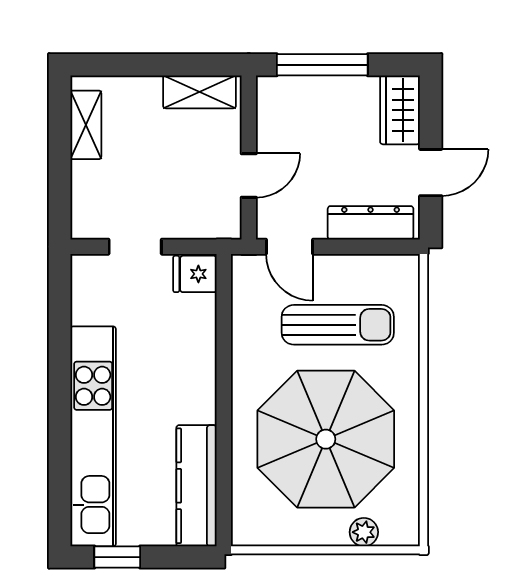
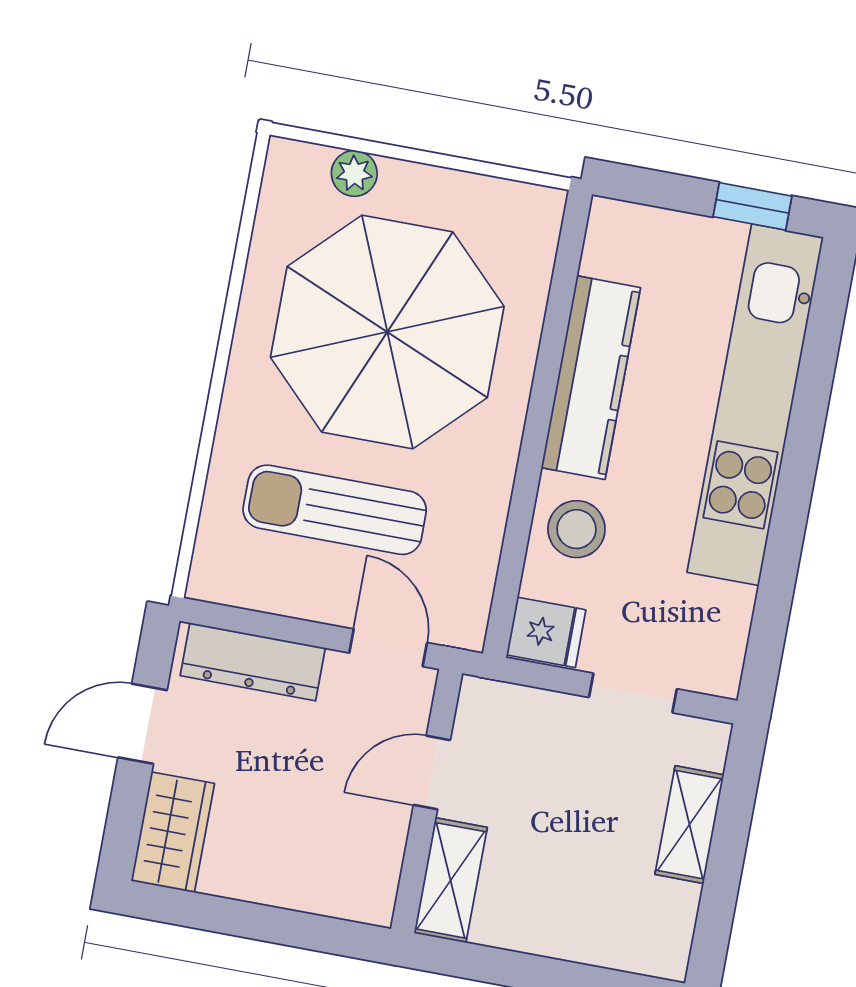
window: (322, 65) -> (283, 927), removed
shelving: (200, 92) -> (451, 880), moved, turned 90
shelving: (86, 125) -> (689, 825), moved
stool: (188, 340) -> (576, 529), added
kitchen counter: (196, 486) -> (591, 378), moved

